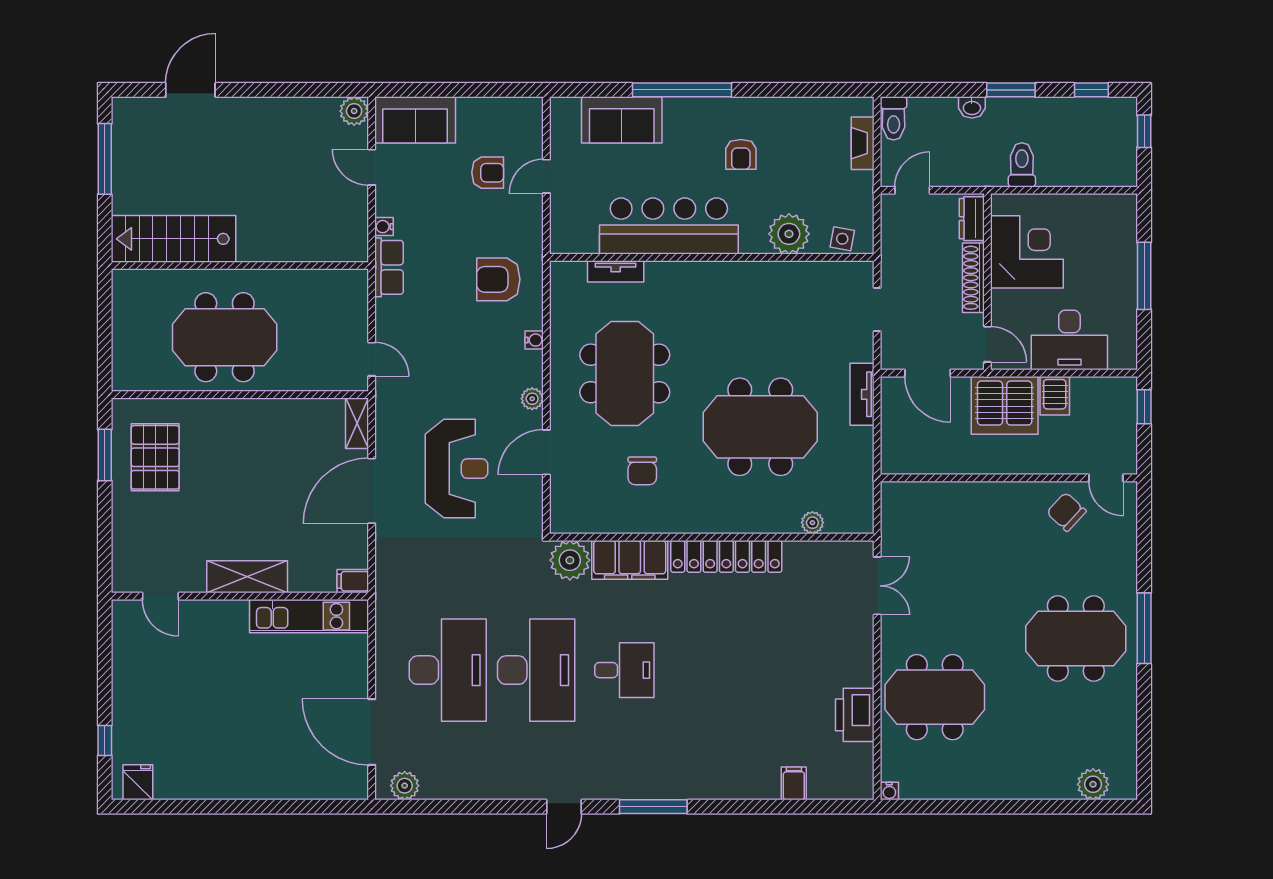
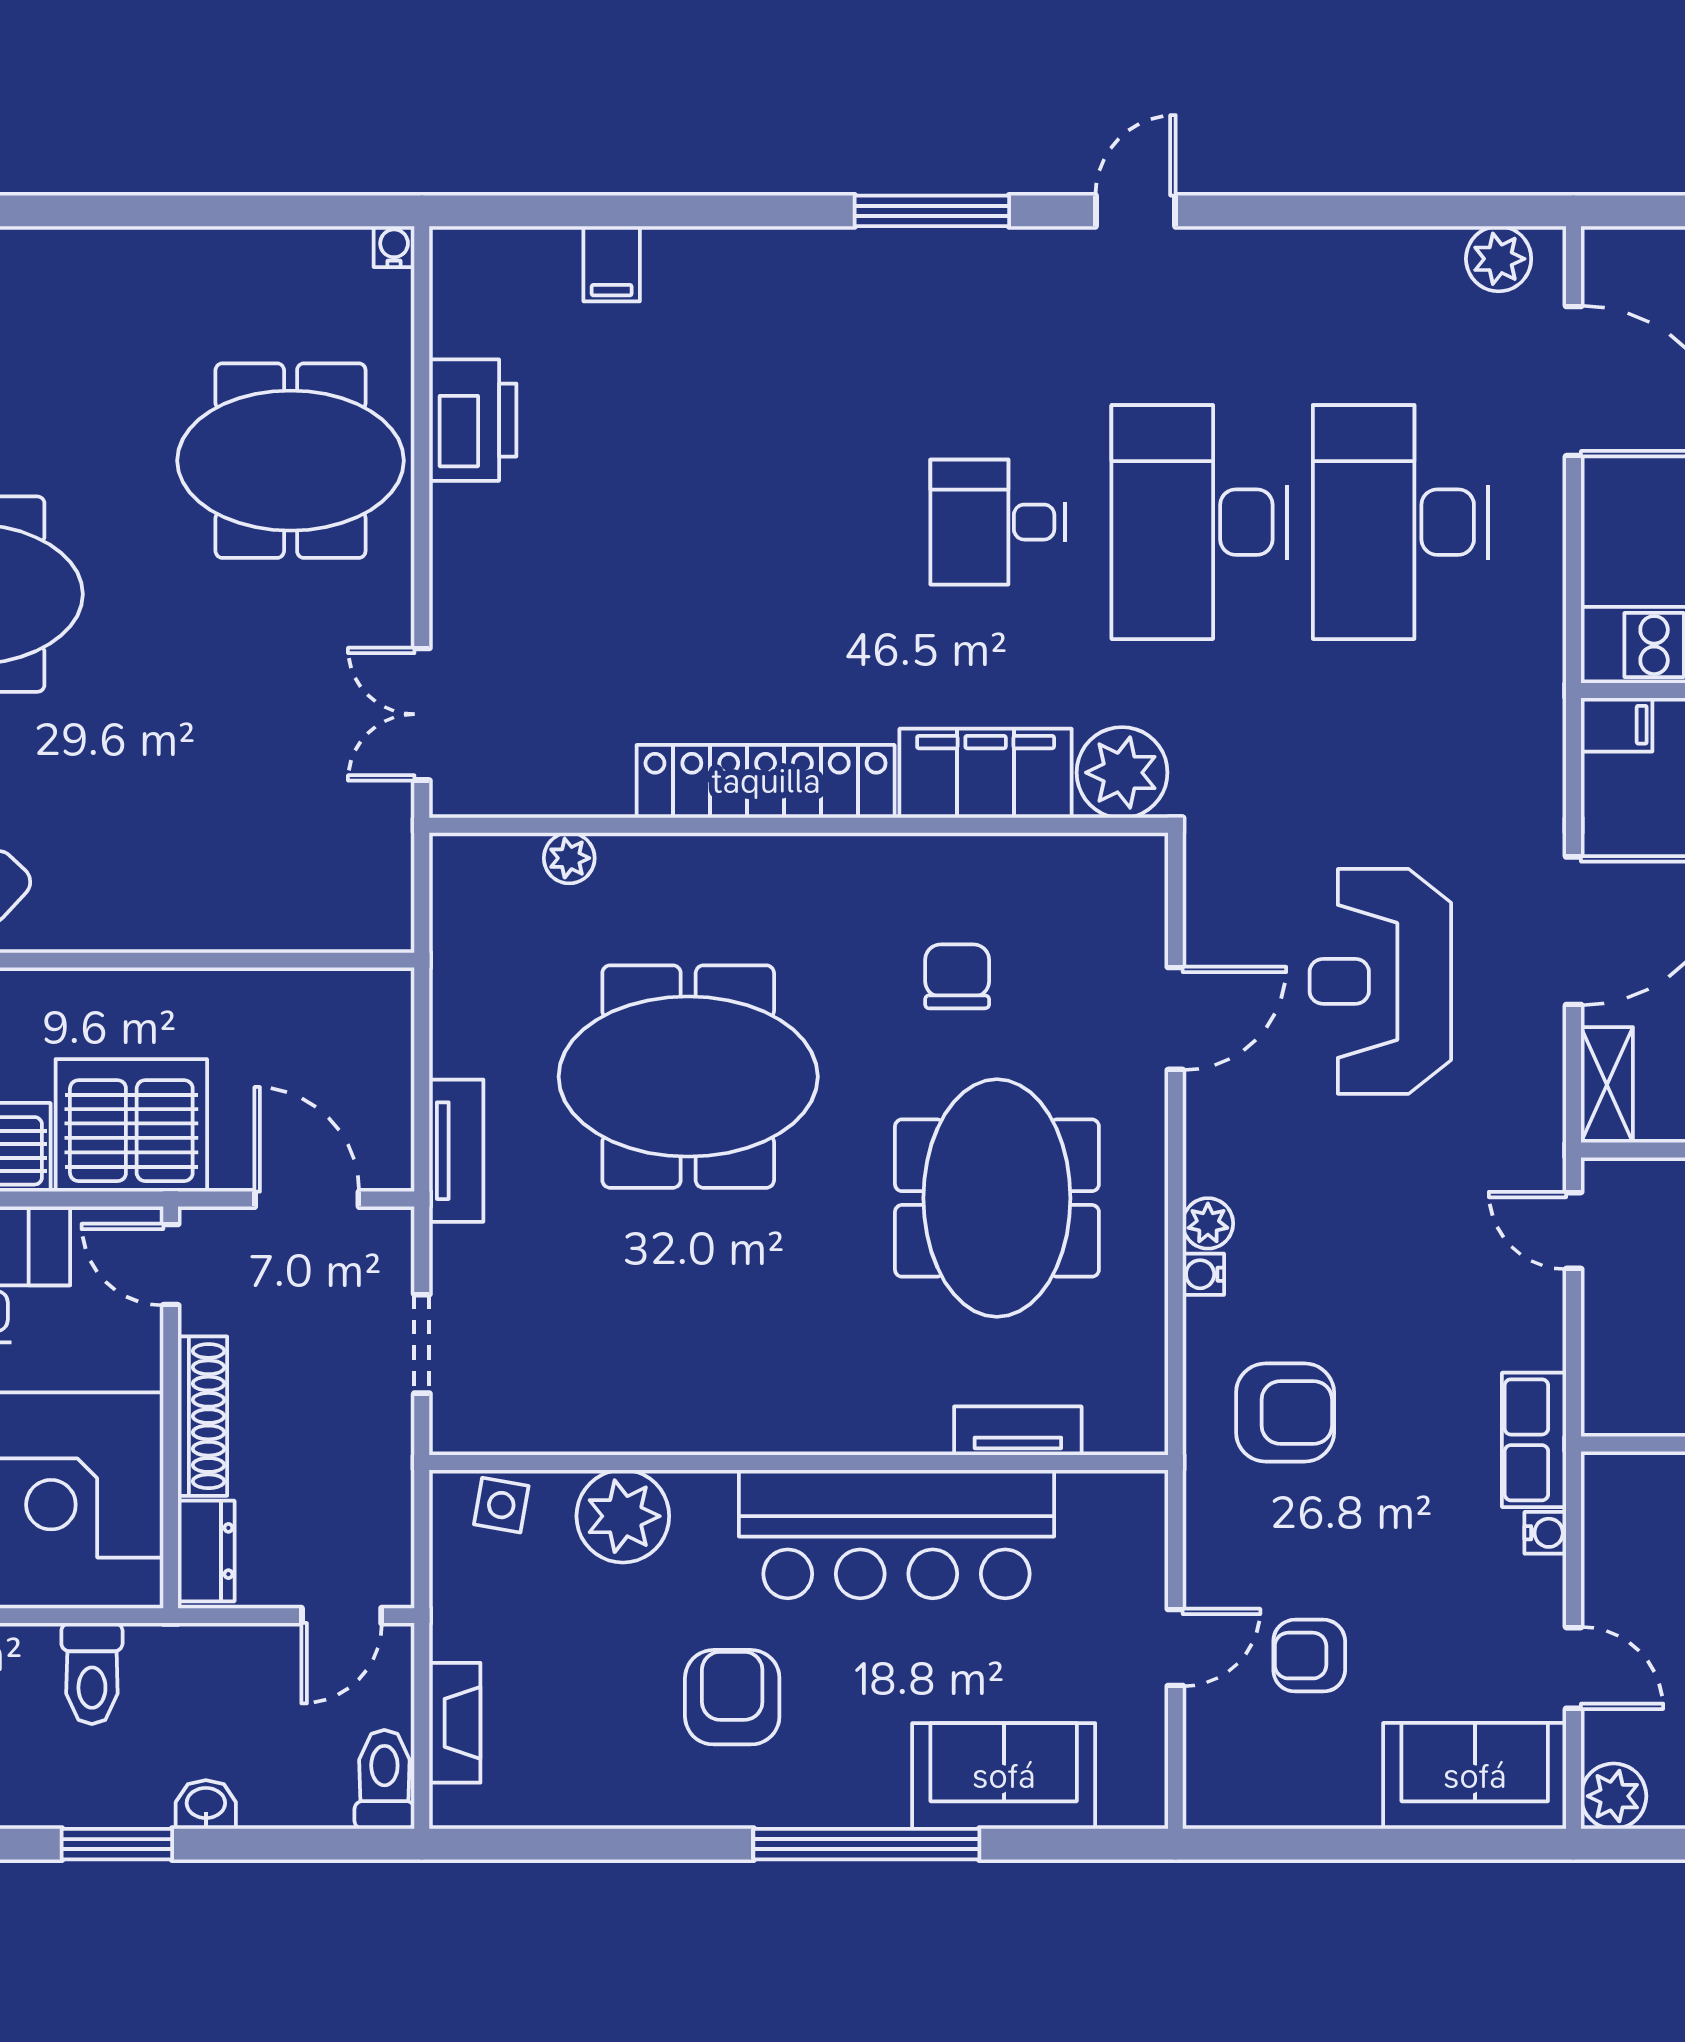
armchair: (741, 154) -> (732, 1697), width x1.38, depth x1.38
plant: (532, 399) -> (1208, 1223), moved

